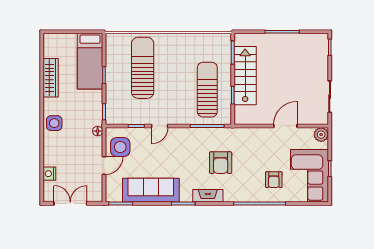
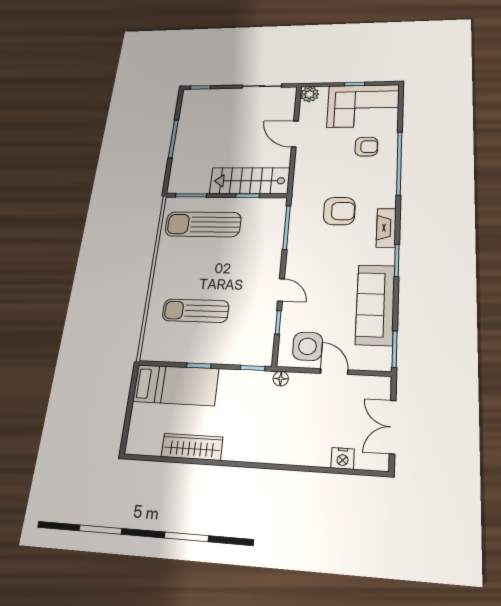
sun lounger: (143, 68) -> (196, 311), width x0.73, depth x0.75
stairs: (245, 76) -> (250, 181), moved
sun lounger: (207, 90) -> (203, 224), moved
side table: (54, 123) -> (263, 445), removed

